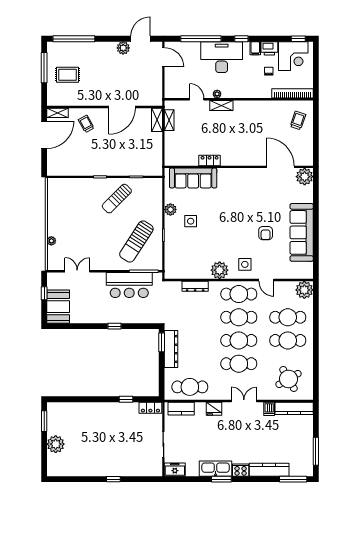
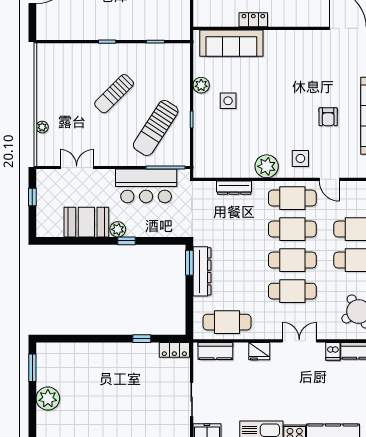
sun lounger: (117, 199) -> (114, 94), moved
booth: (58, 307) -> (86, 222), moved, turned 90
plant: (108, 317) -> (118, 229), added

